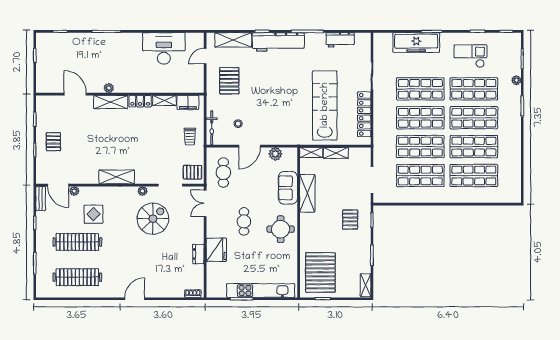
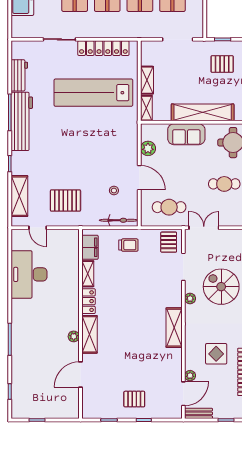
workbench: (278, 42) -> (22, 121), moved
shelving: (307, 193) -> (203, 112), width x1.47
double door: (205, 203) -> (204, 228), swing flipped

